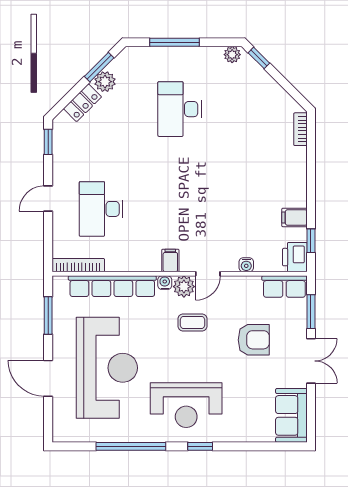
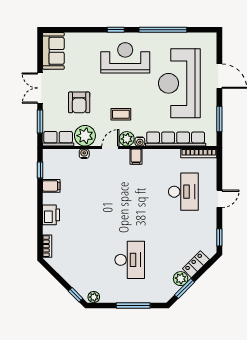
printer: (295, 257) -> (51, 215), moved
plant: (245, 291) -> (85, 136), added
armchair: (254, 340) -> (79, 102), turned -90

